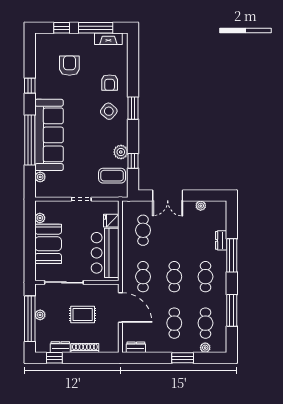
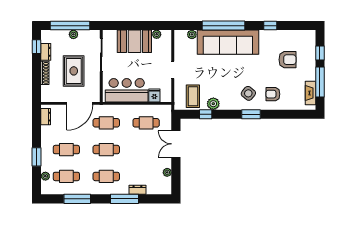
rug: (83, 315) -> (74, 71), width x1.36, depth x1.43

